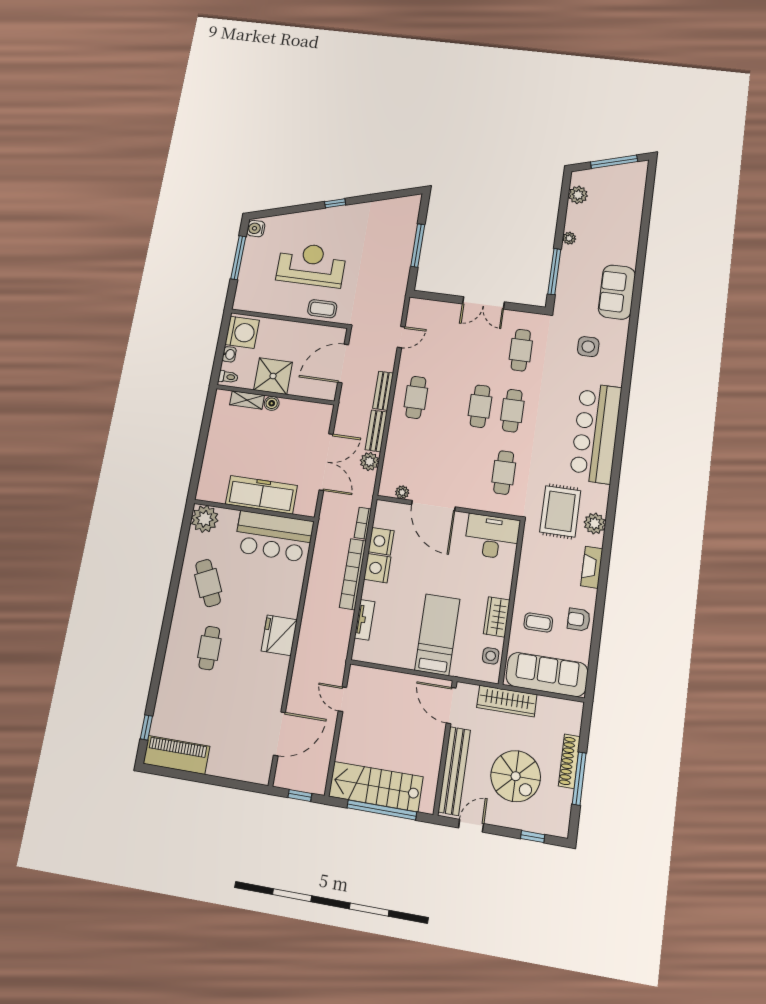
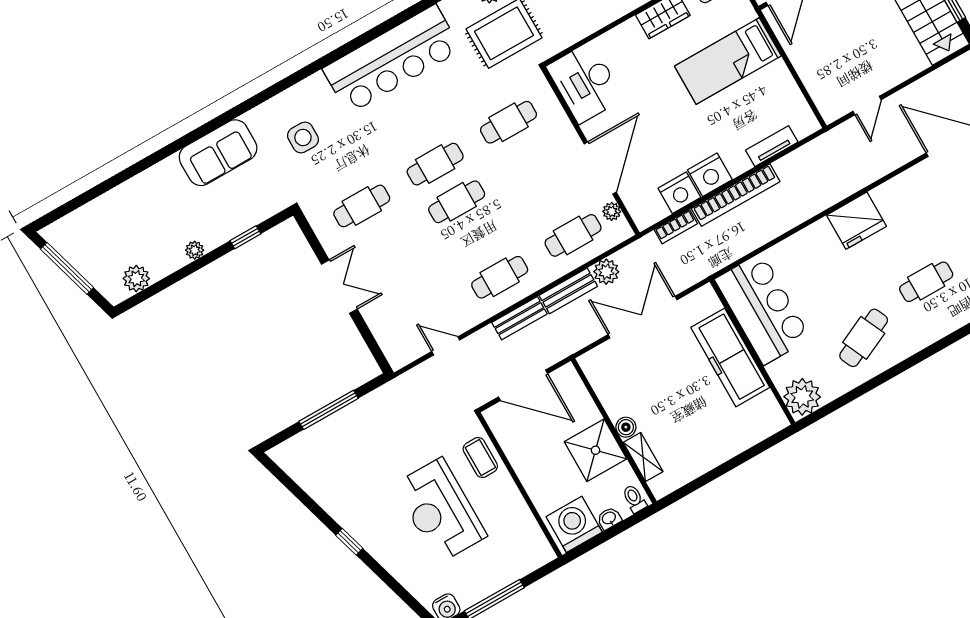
window: (554, 272) -> (245, 237), width x0.46
cafe table: (406, 459) -> (573, 235), added

